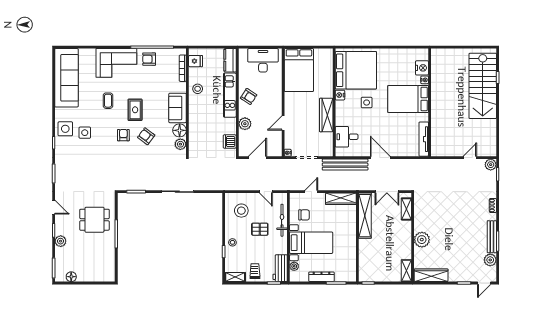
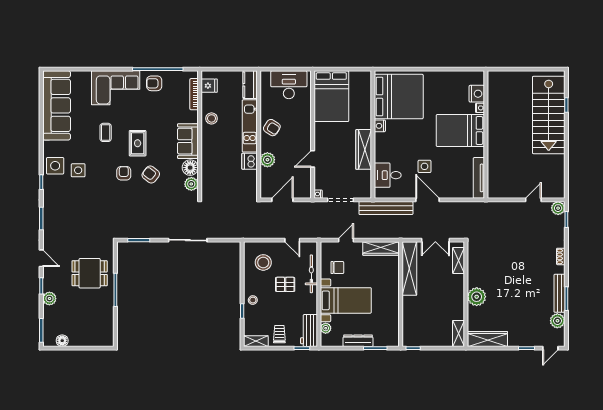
side table: (367, 103) -> (425, 166), moved
dishwasher: (230, 142) -> (250, 161), moved

